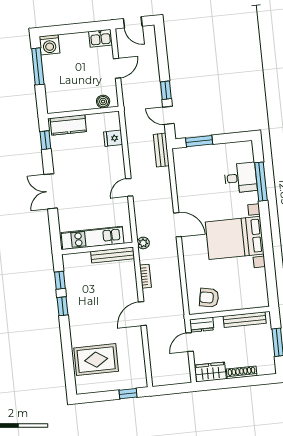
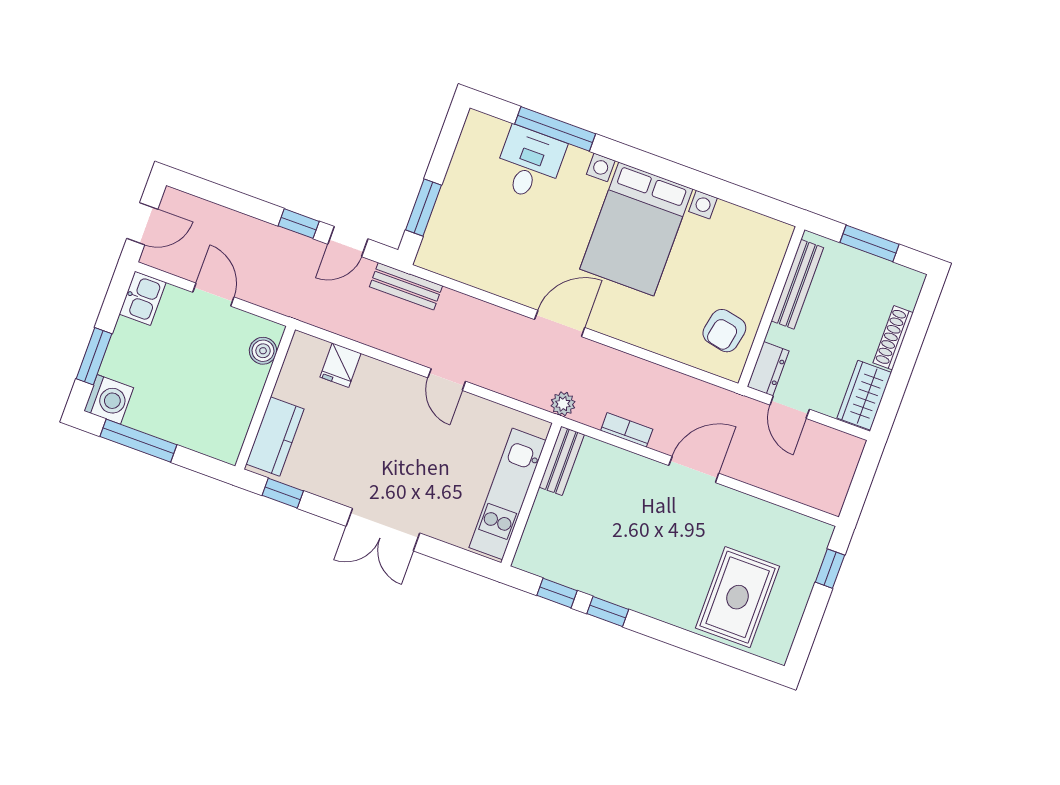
window: (65, 29) -> (94, 356), added
bench: (113, 255) -> (562, 461), width x0.73
door: (142, 314) -> (694, 469), swing flipped

